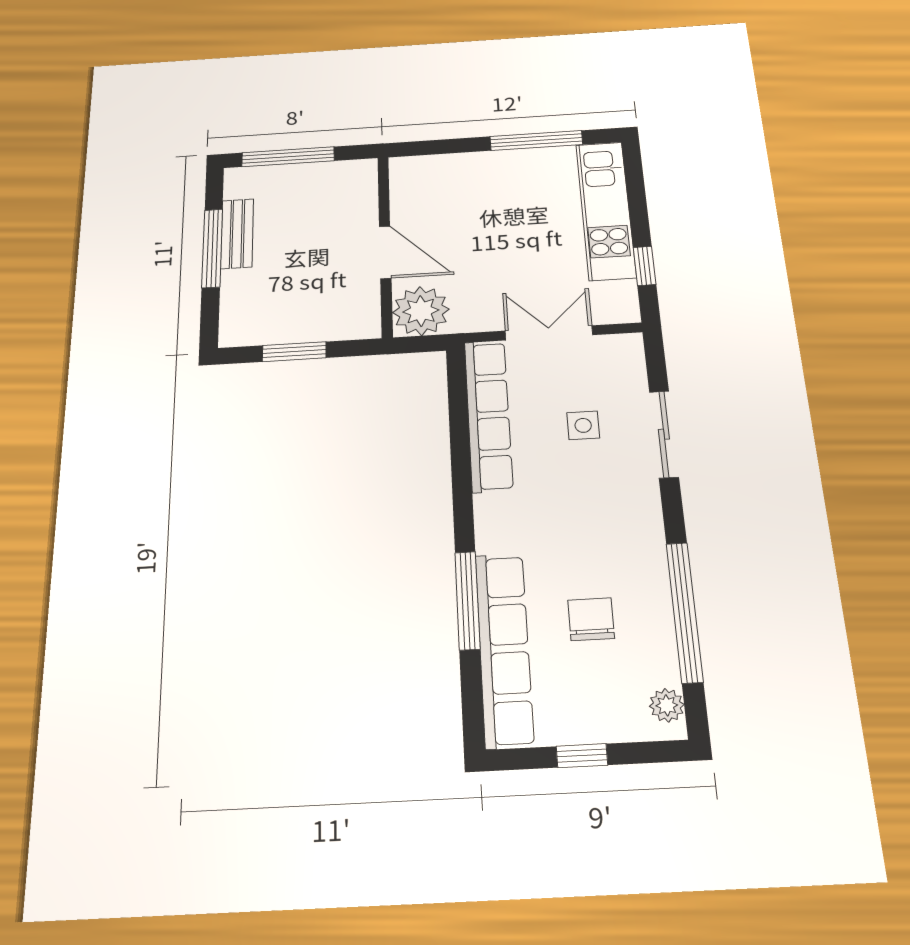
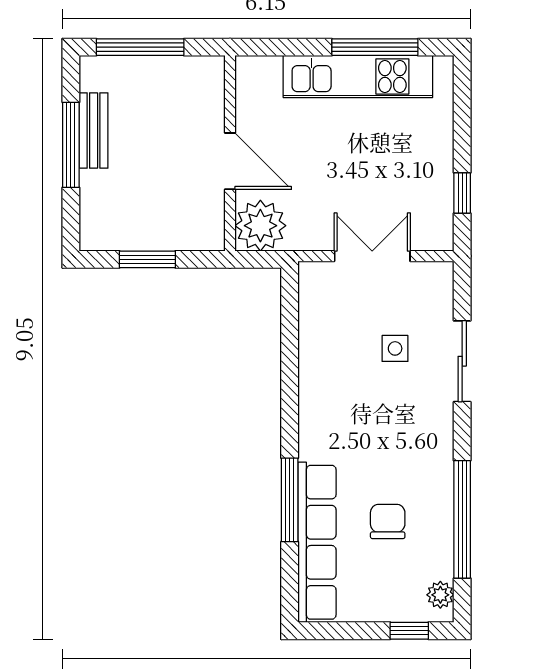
kitchen unit: (606, 210) -> (358, 76), moved, turned -90
row of seats: (488, 415) -> (315, 333), removed
window: (582, 756) -> (409, 631), moved

